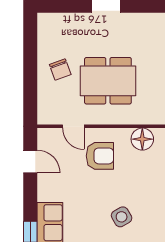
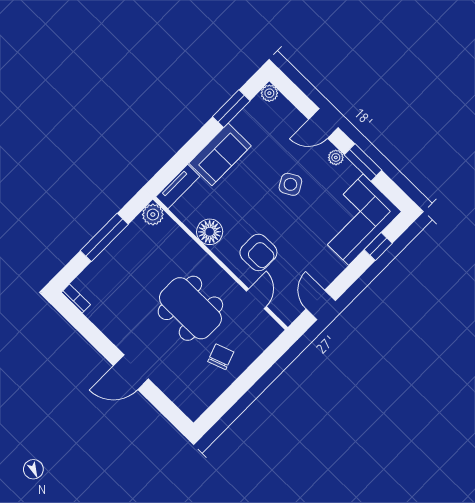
armchair: (100, 156) -> (258, 252), turned 180

